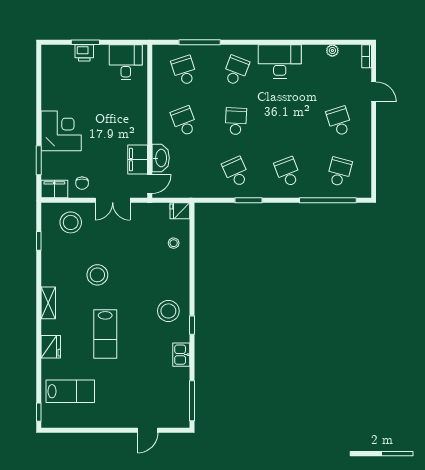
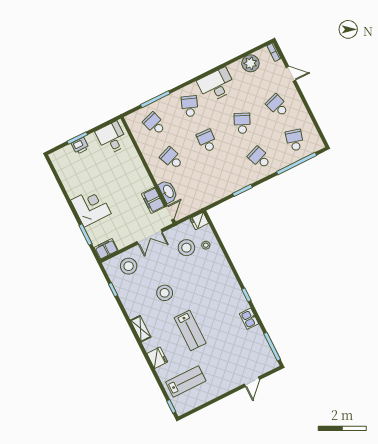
plant: (332, 51) -> (250, 63), width x1.88, depth x1.88
school desk: (236, 172) -> (242, 123), moved, turned 48
chair: (82, 183) -> (123, 235), removed
stool: (168, 311) -> (186, 248), moved

